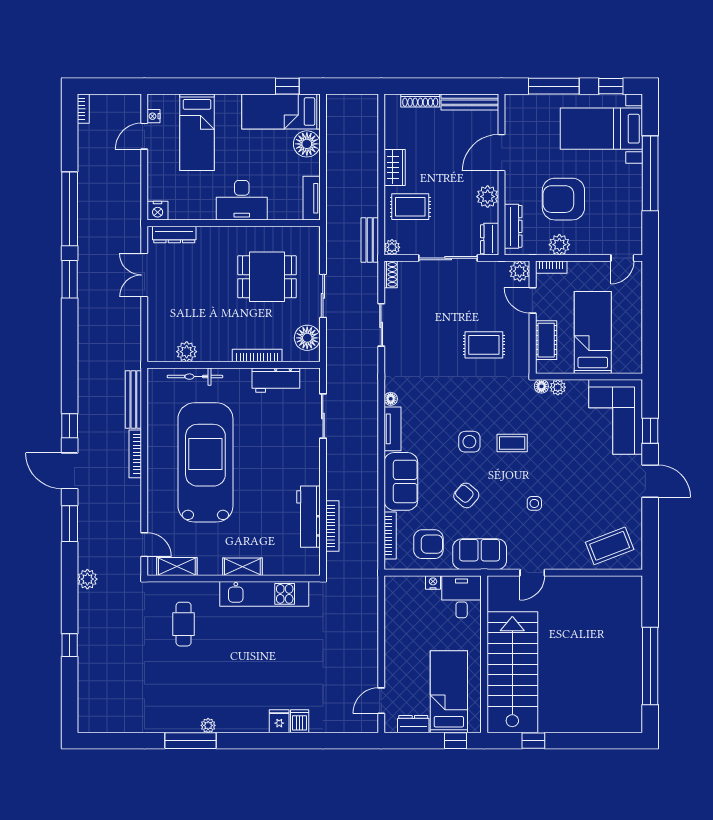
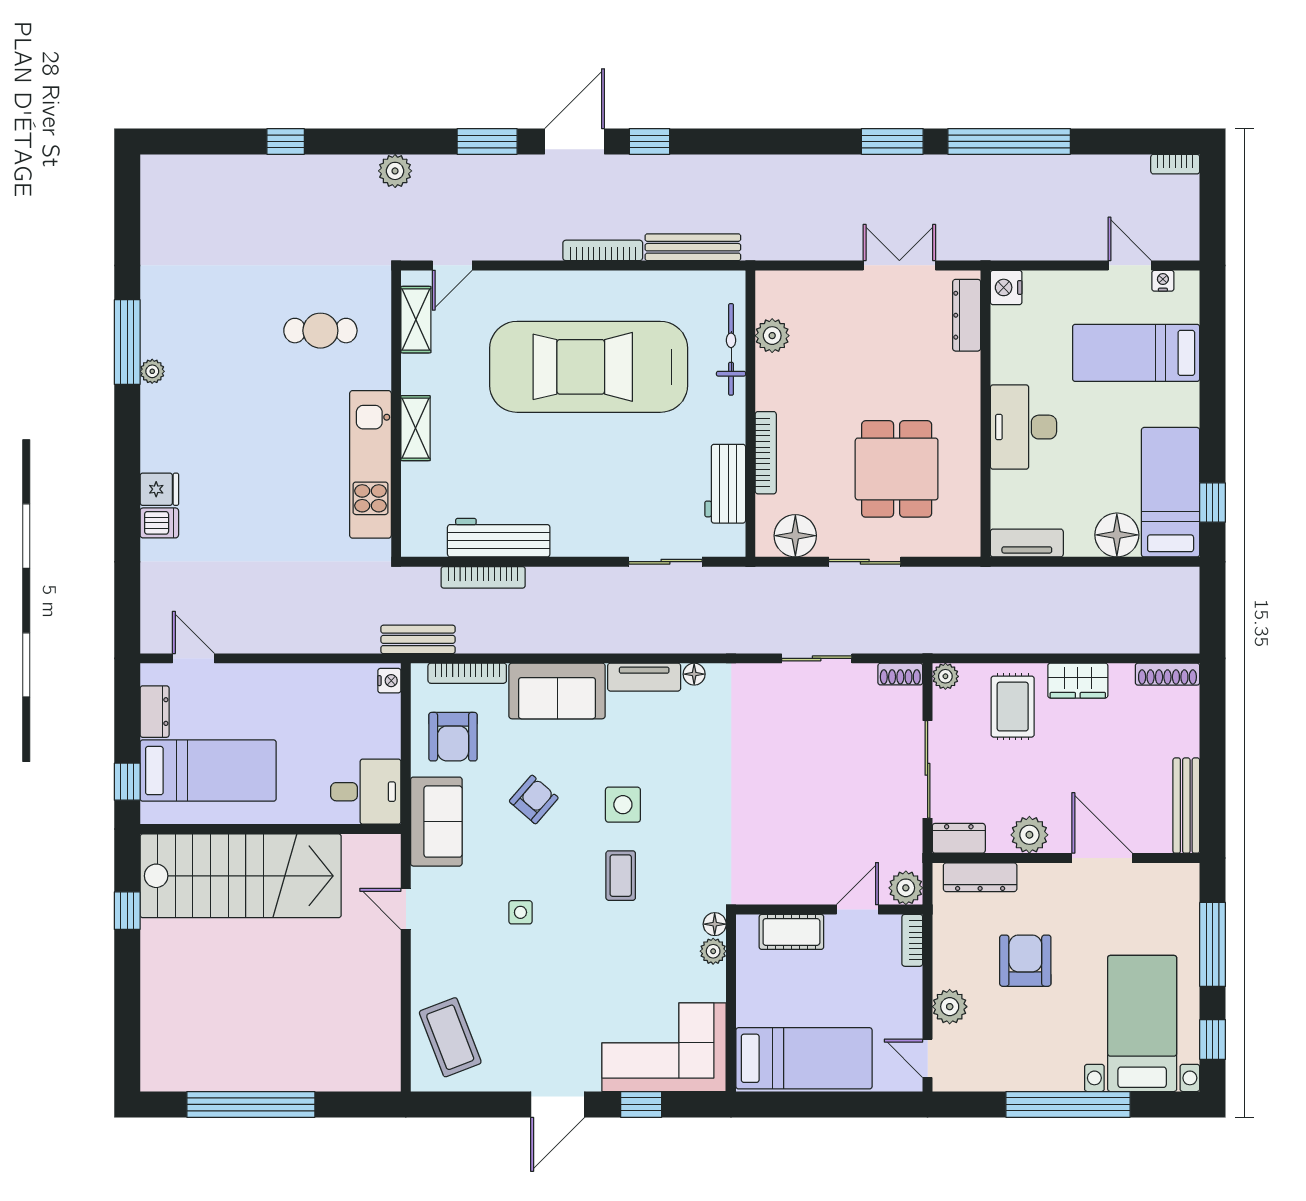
shoe rack: (420, 101) -> (1167, 674), moved, turned -90
armchair: (563, 199) -> (1025, 961), width x0.73, depth x0.73
bench: (370, 240) -> (418, 639), moved
plant: (559, 245) -> (950, 1007), moved
bed: (593, 333) -> (804, 1058), moved
rug: (484, 345) -> (783, 829), removed
car: (205, 462) -> (589, 367), turned 180
nightstand: (433, 583) -> (389, 681), moved

